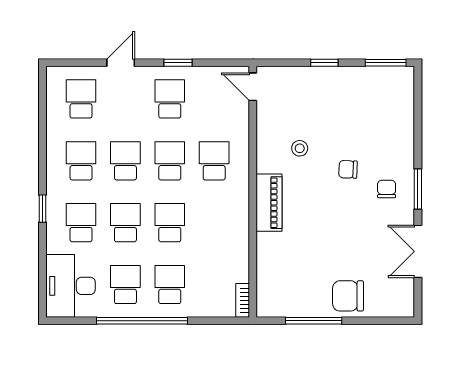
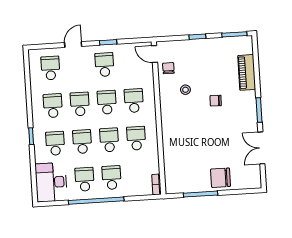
chair: (387, 189) -> (168, 68), moved
piano: (269, 203) -> (247, 72), moved, turned 180
school desk: (214, 223) -> (136, 138), added

